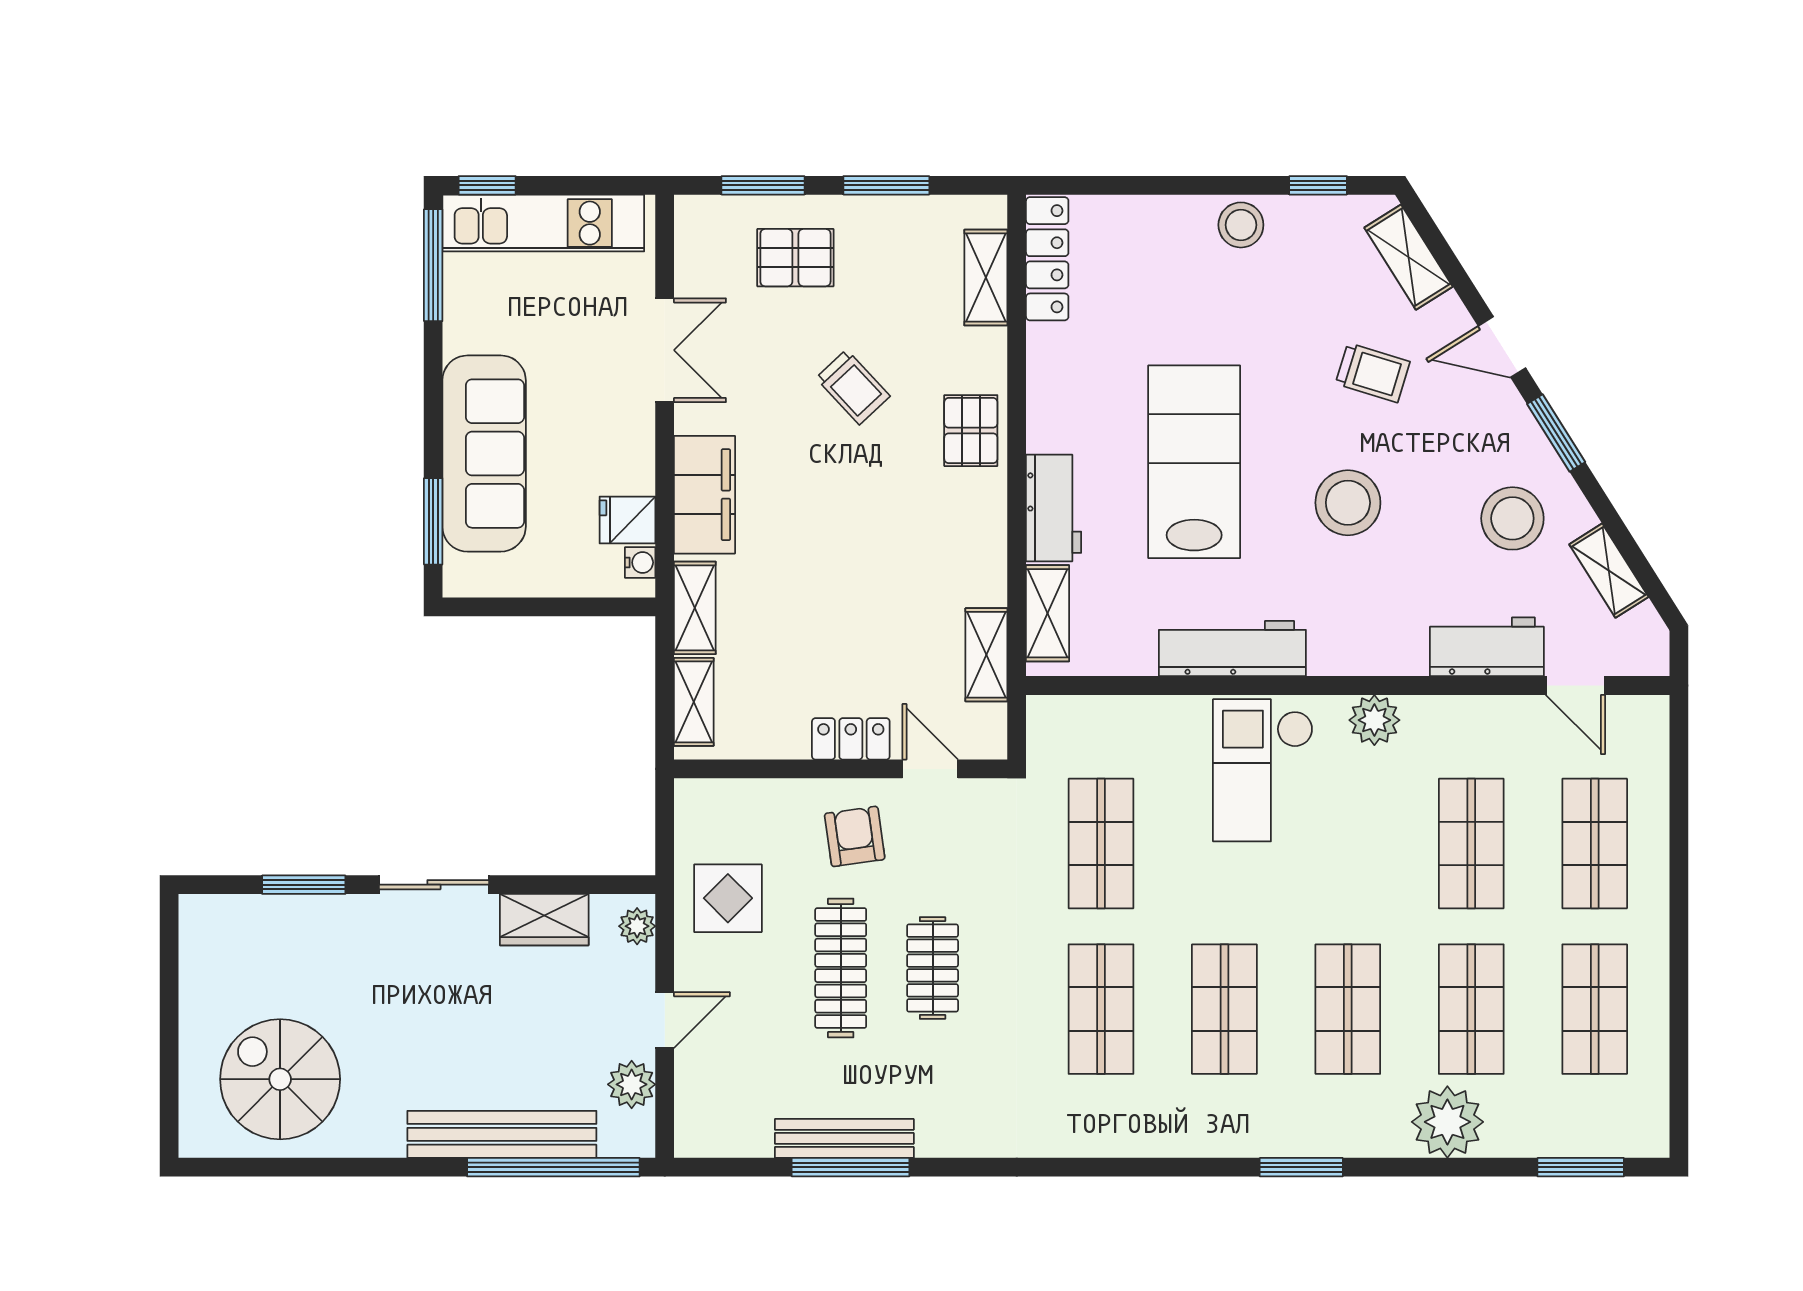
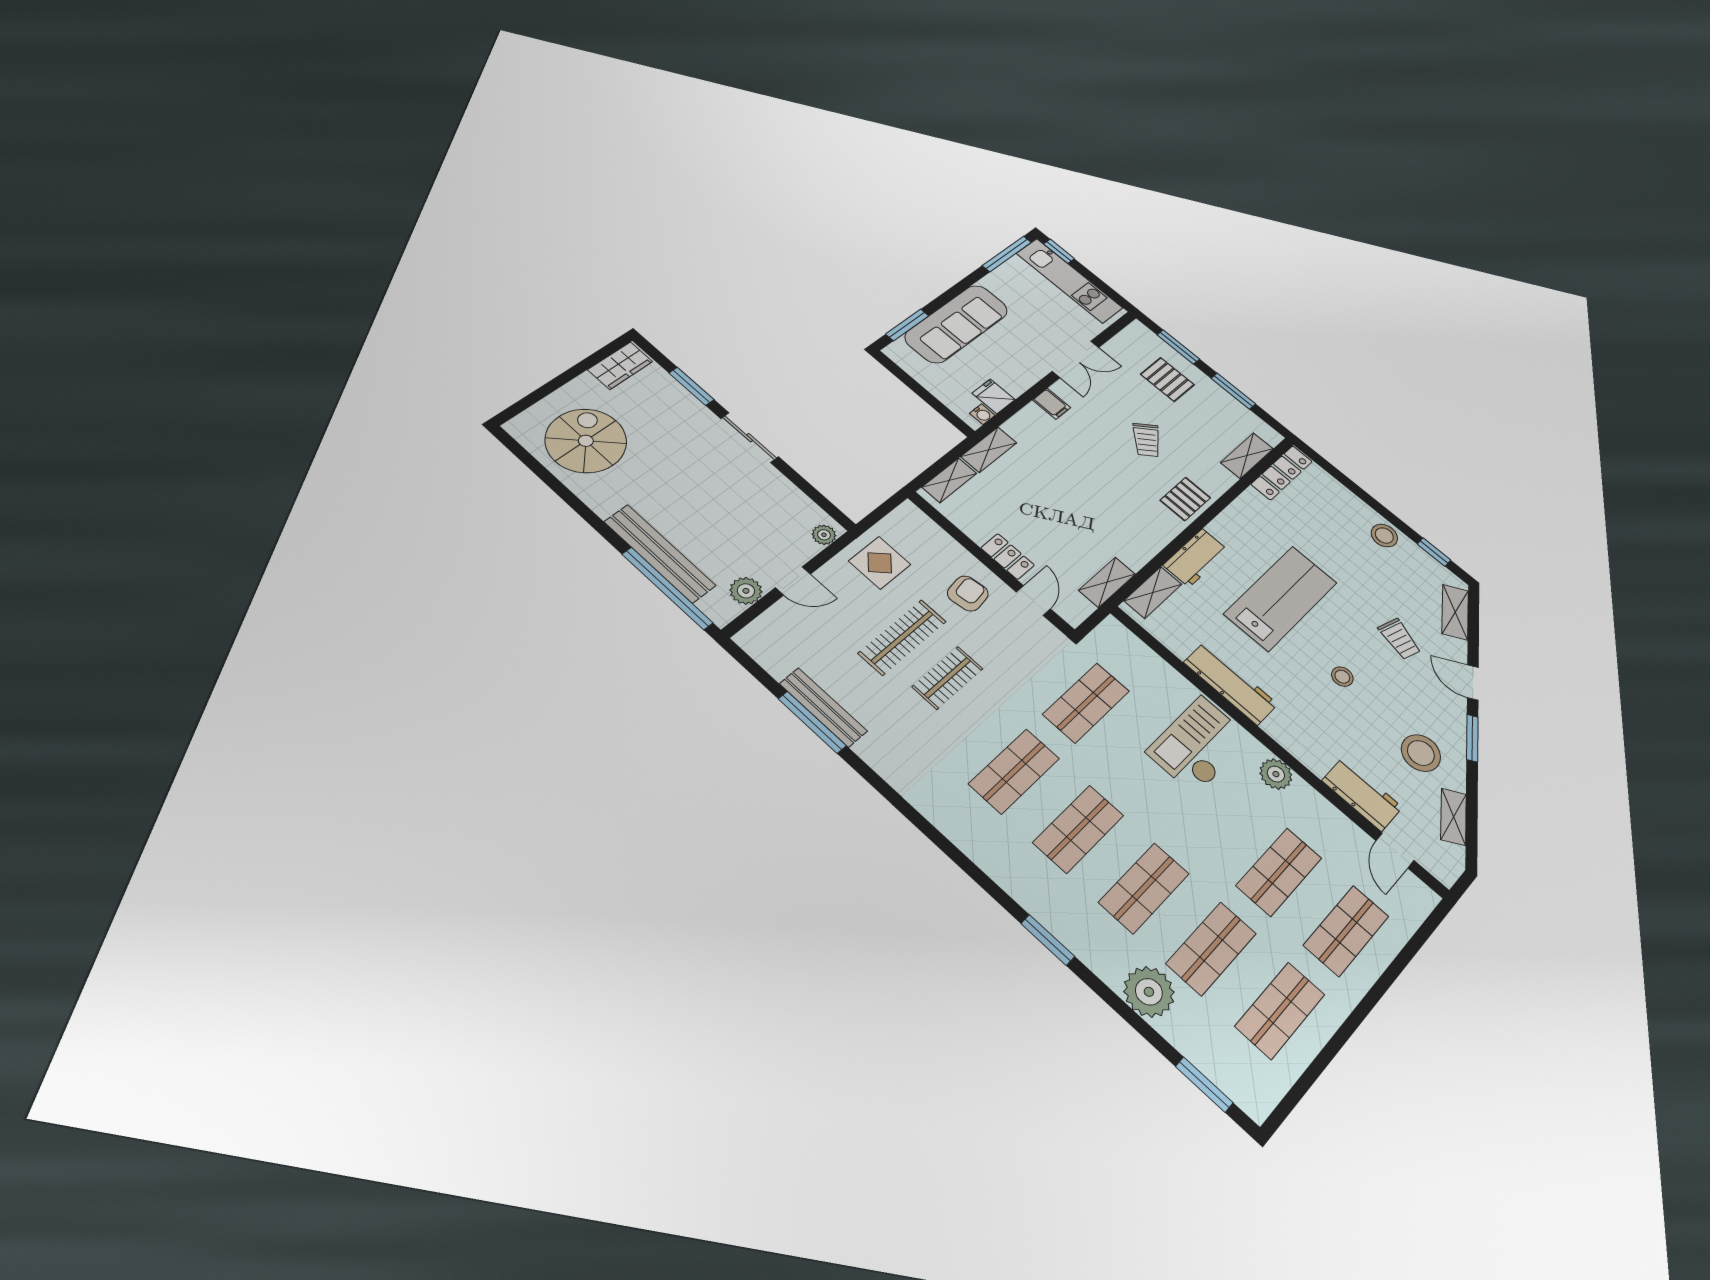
filing cabinet: (705, 495) -> (1052, 404), width x0.33, depth x0.86
stool: (1348, 503) -> (1342, 677), width x0.53, depth x0.53
wardrobe: (544, 920) -> (620, 366), moved, turned -90

